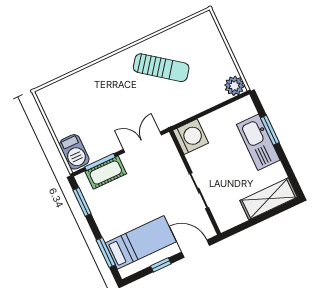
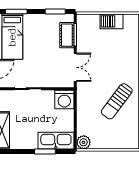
kitchen sink: (258, 142) -> (56, 141), moved
barbecue: (74, 152) -> (112, 21), moved

